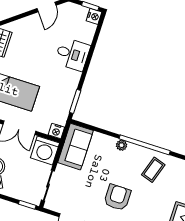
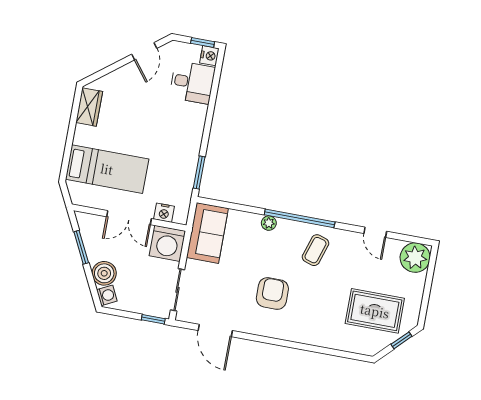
desk: (72, 54) -> (192, 82), moved
nightstand: (56, 131) -> (164, 213), moved

